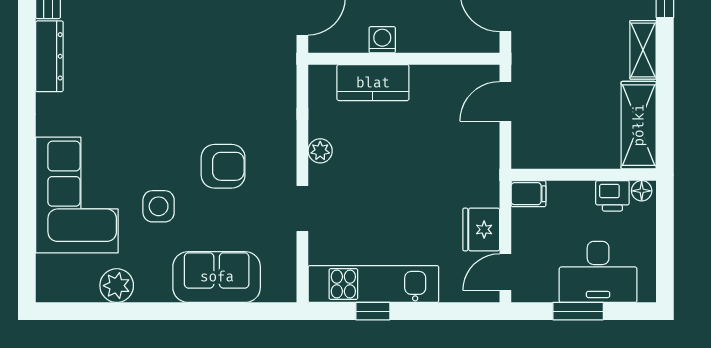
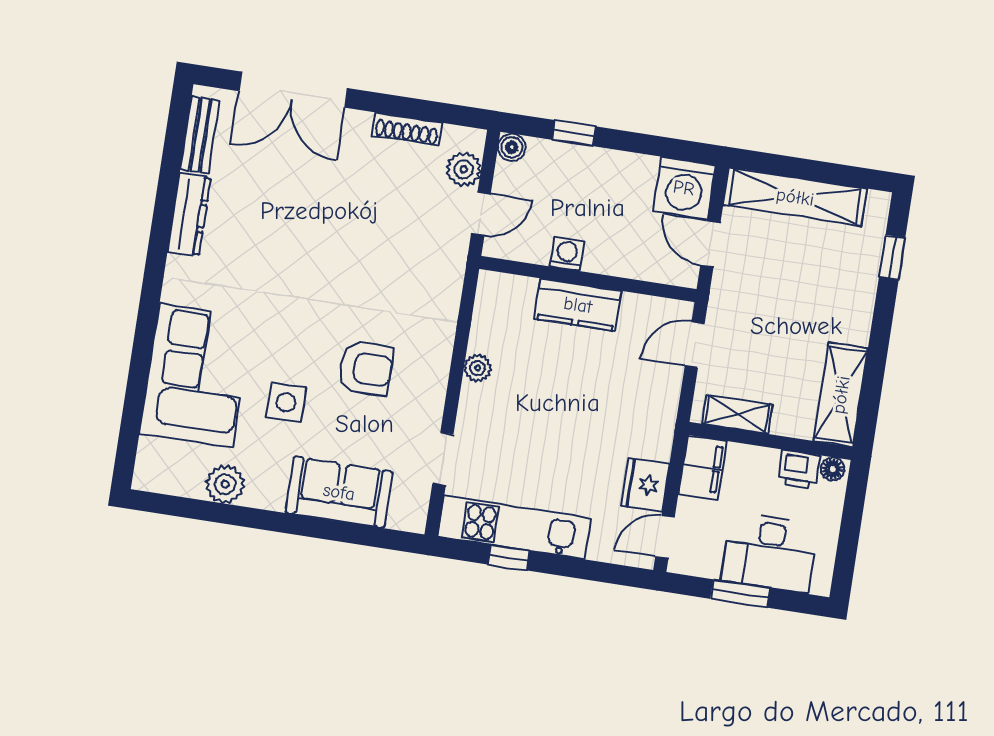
shelving: (643, 50) -> (737, 414), moved, turned 90
kitchen counter: (373, 83) -> (578, 305), moved
filing cabinet: (529, 194) -> (703, 467), width x2.00
doorway: (302, 208) -> (443, 459), moved

